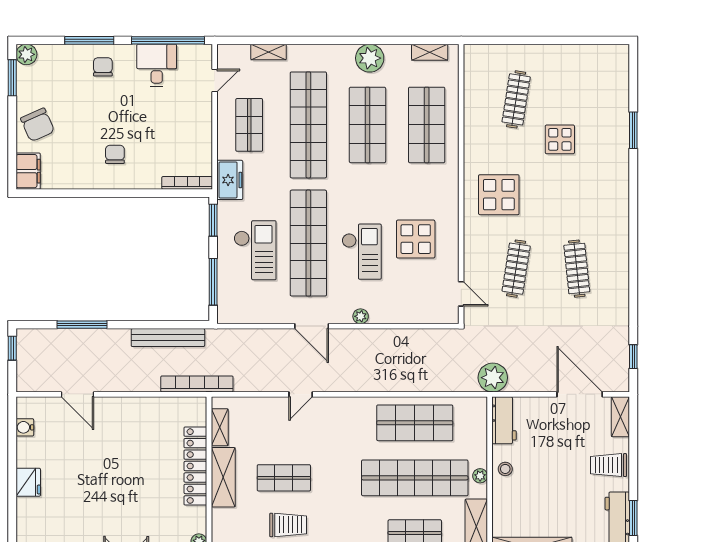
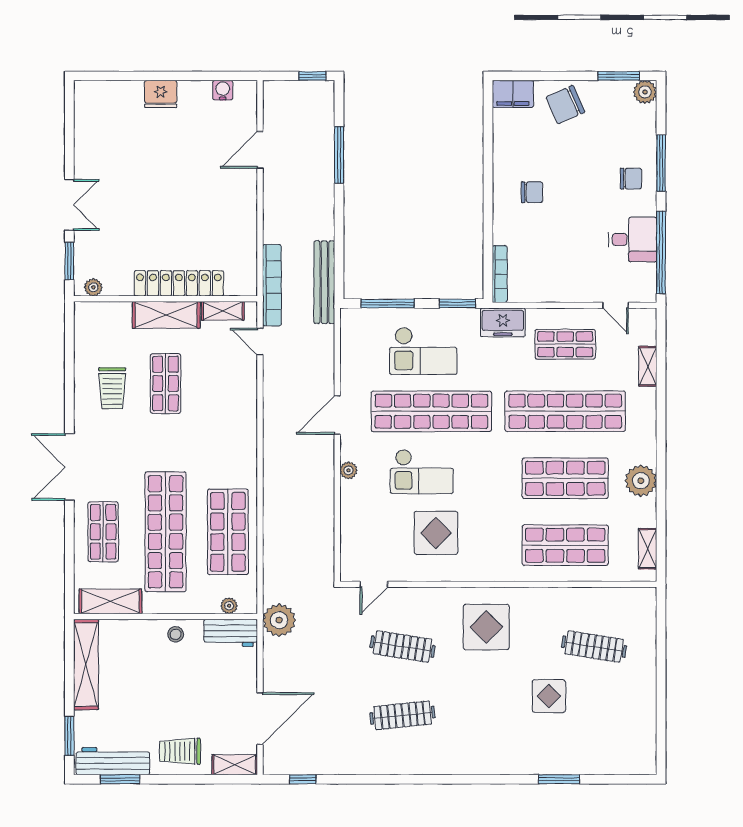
bench: (168, 338) -> (324, 282), moved
door: (301, 394) -> (260, 342), moved
trolley: (609, 465) -> (180, 751), turned -90
plant: (480, 476) -> (229, 606), moved

